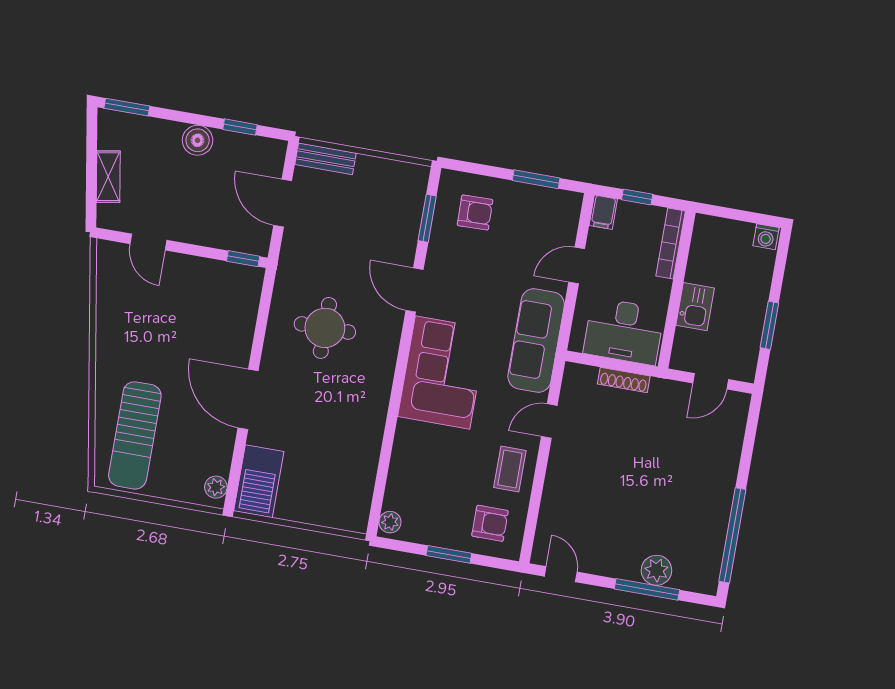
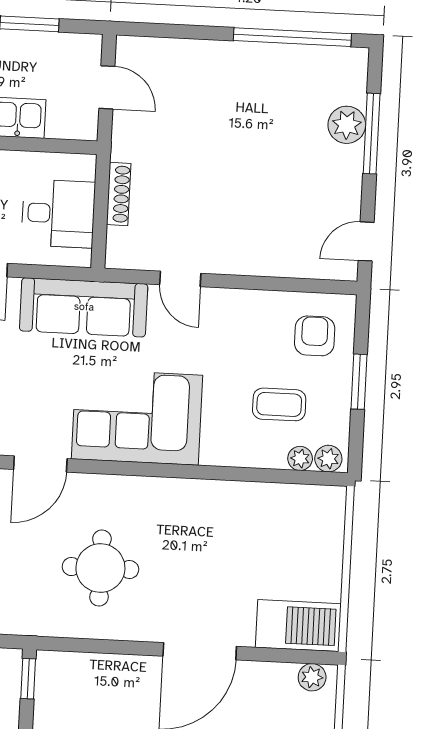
desk: (624, 331) -> (58, 214), width x0.73
coffee table: (510, 469) -> (279, 404), moved
plant: (393, 499) -> (300, 458), added

